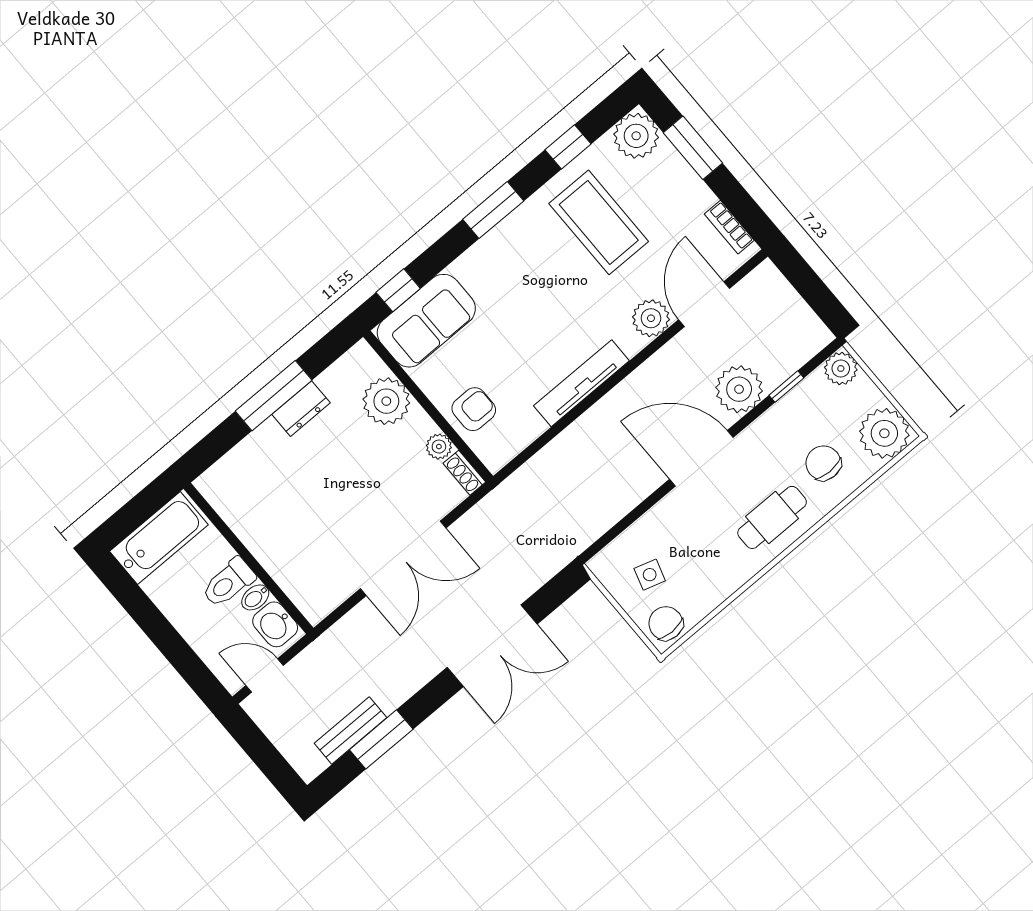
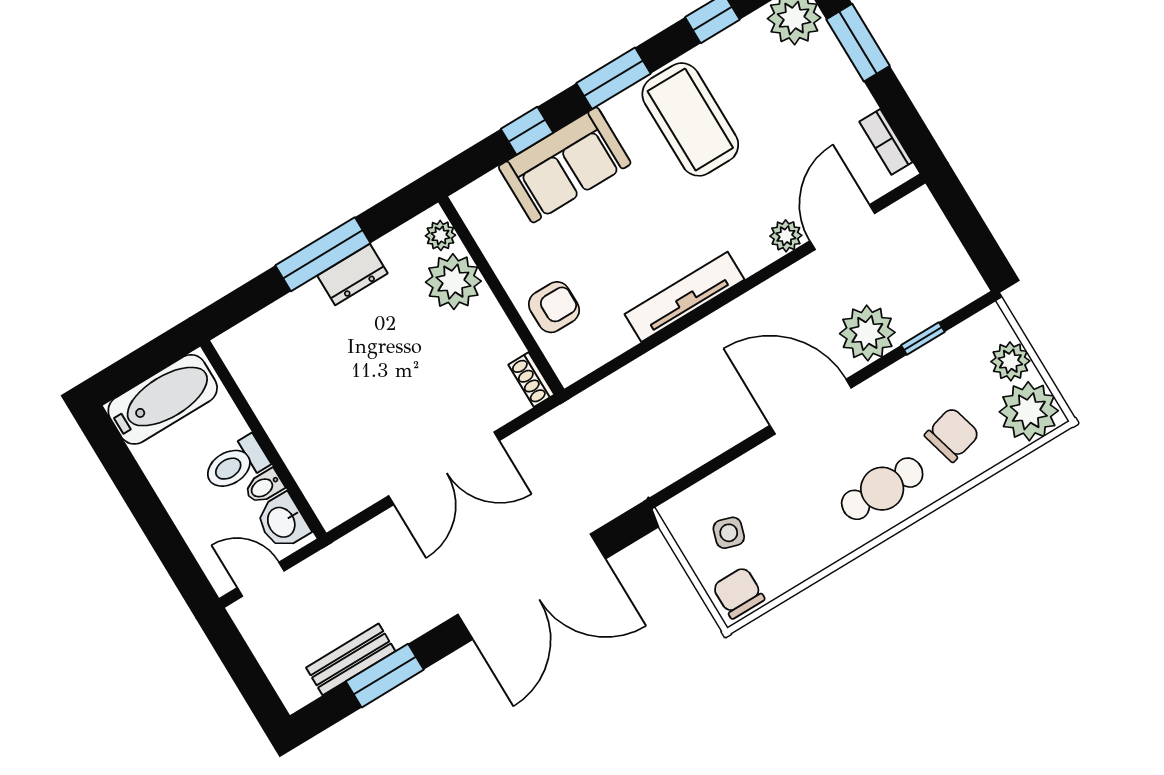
coffee table: (599, 222) -> (690, 119), moved
window: (398, 290) -> (527, 131), moved
plant: (651, 318) -> (786, 236), width x0.73, depth x0.73
sofa: (426, 321) -> (565, 165), moved
plant: (841, 369) -> (1010, 361), moved
plant: (439, 447) -> (440, 235), moved
chair: (823, 463) -> (952, 435), turned 75
double door: (492, 646) -> (532, 587), width x1.36

